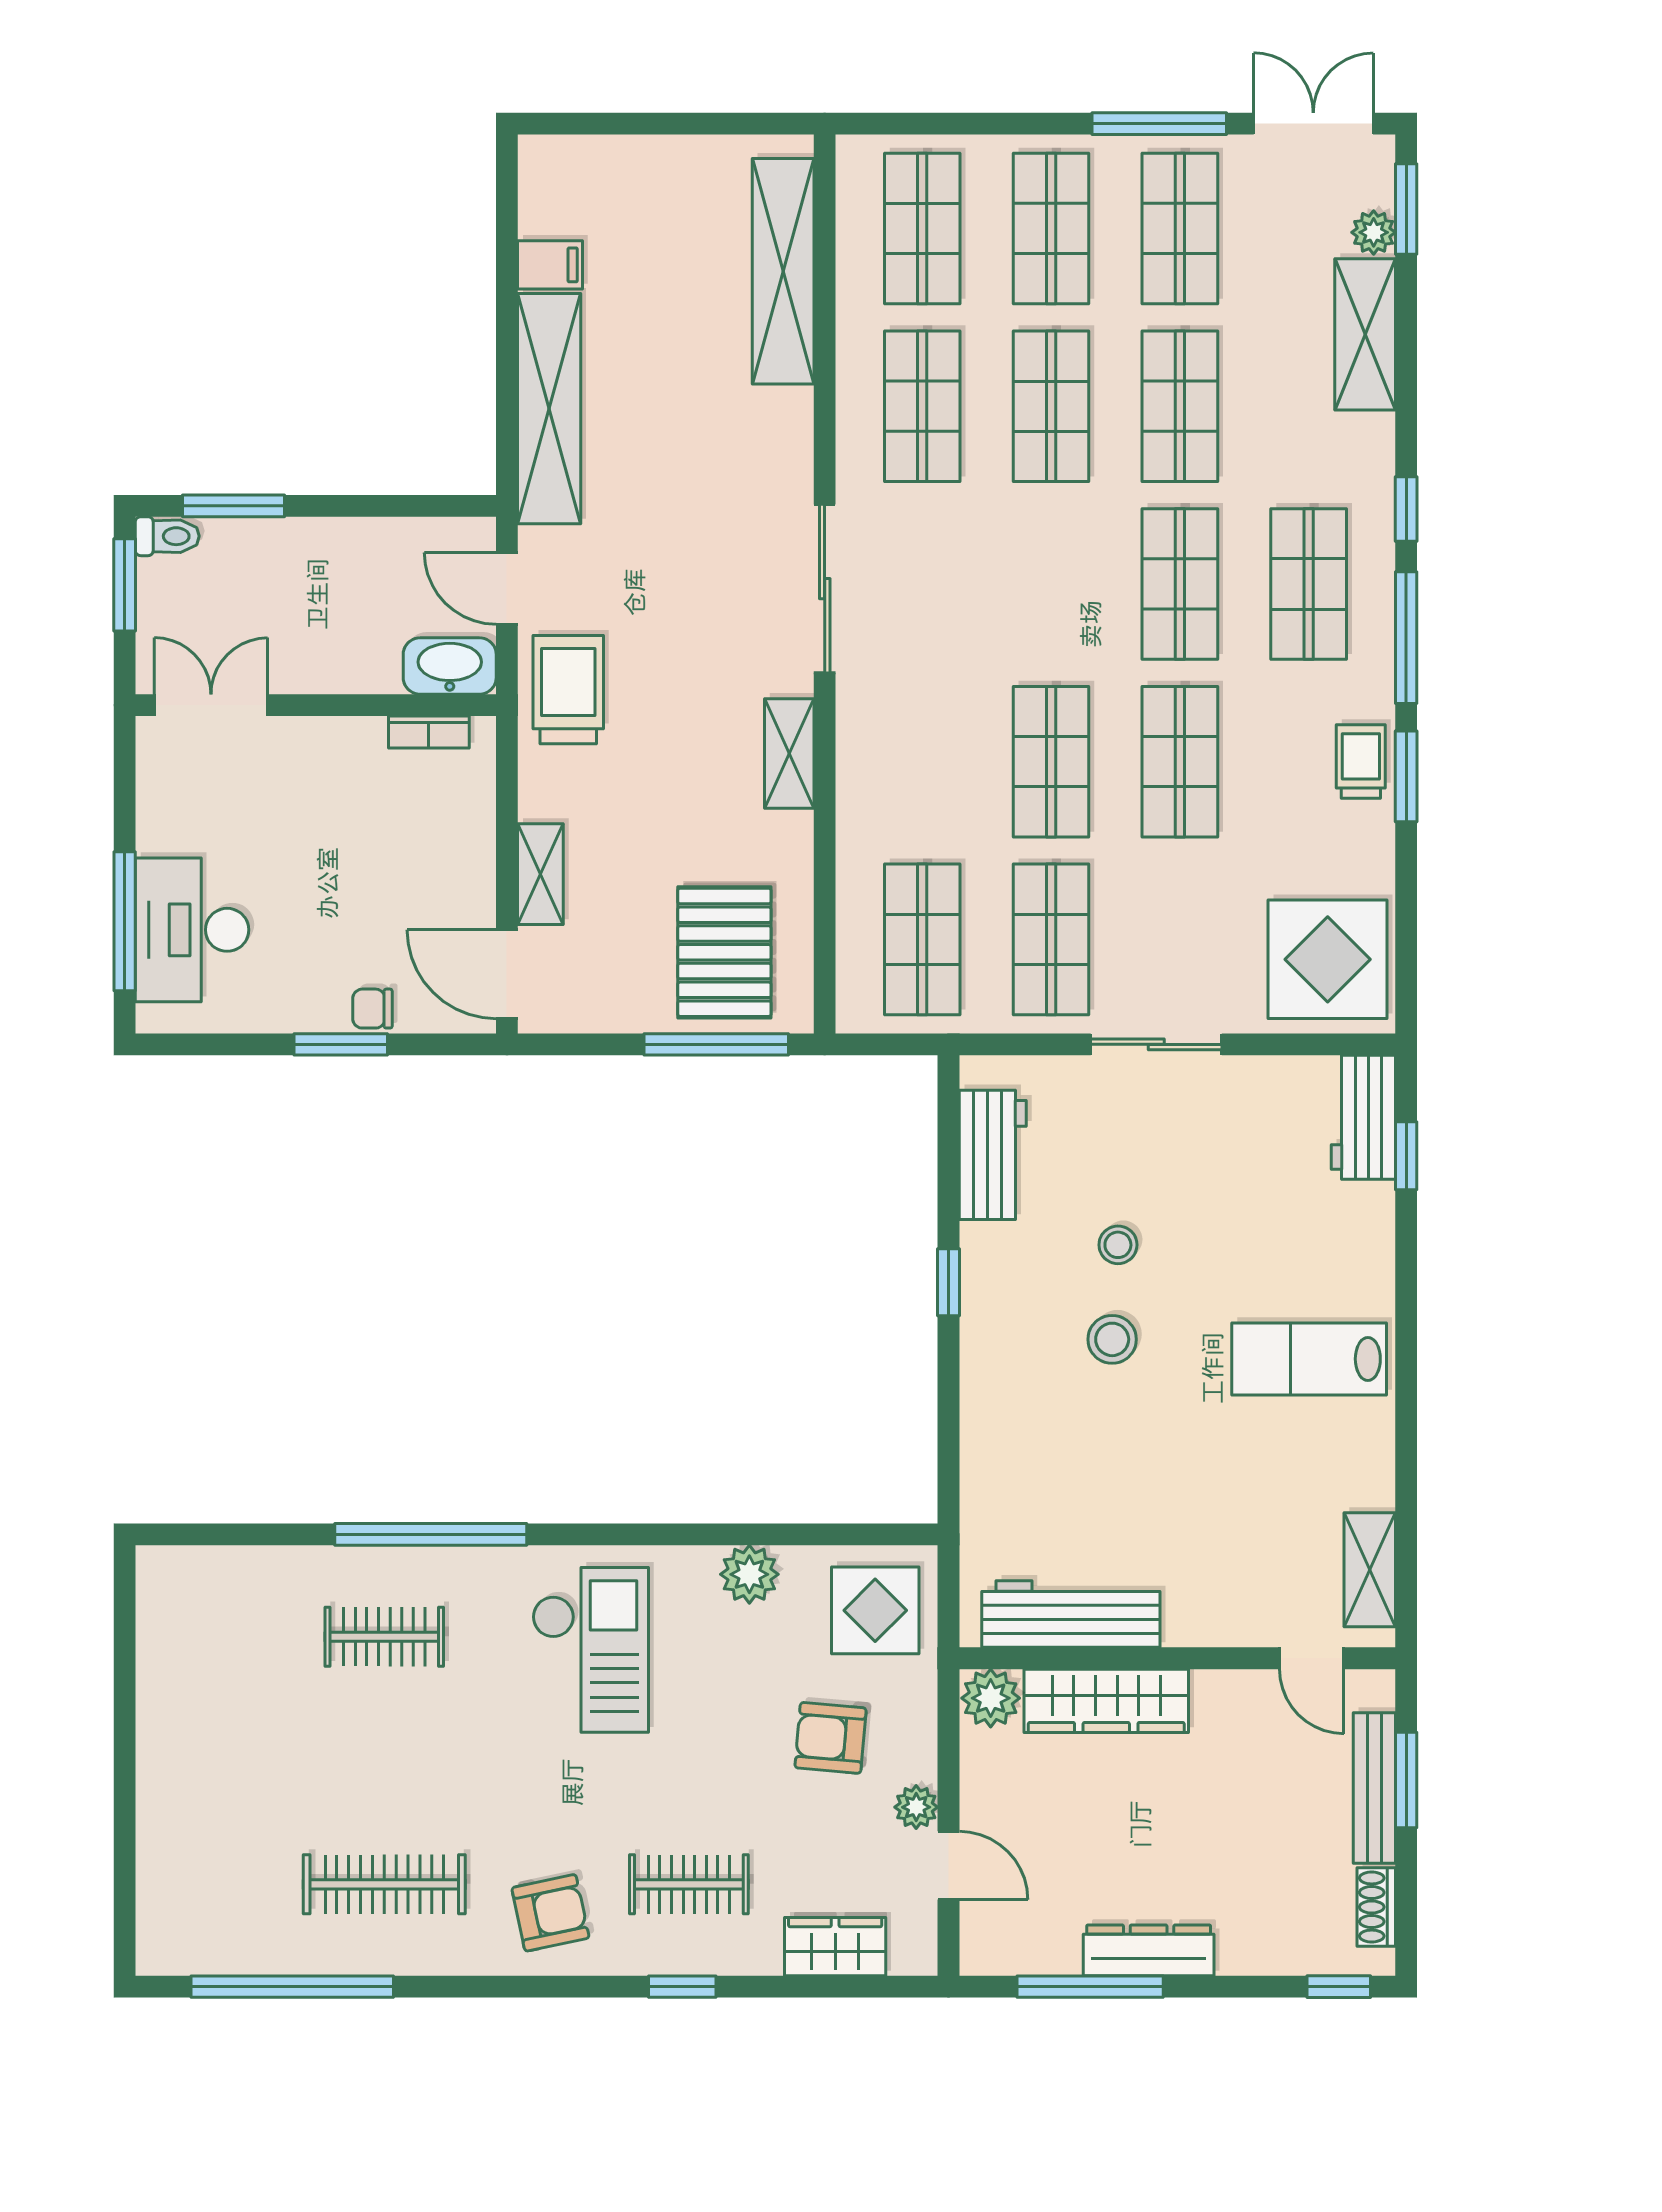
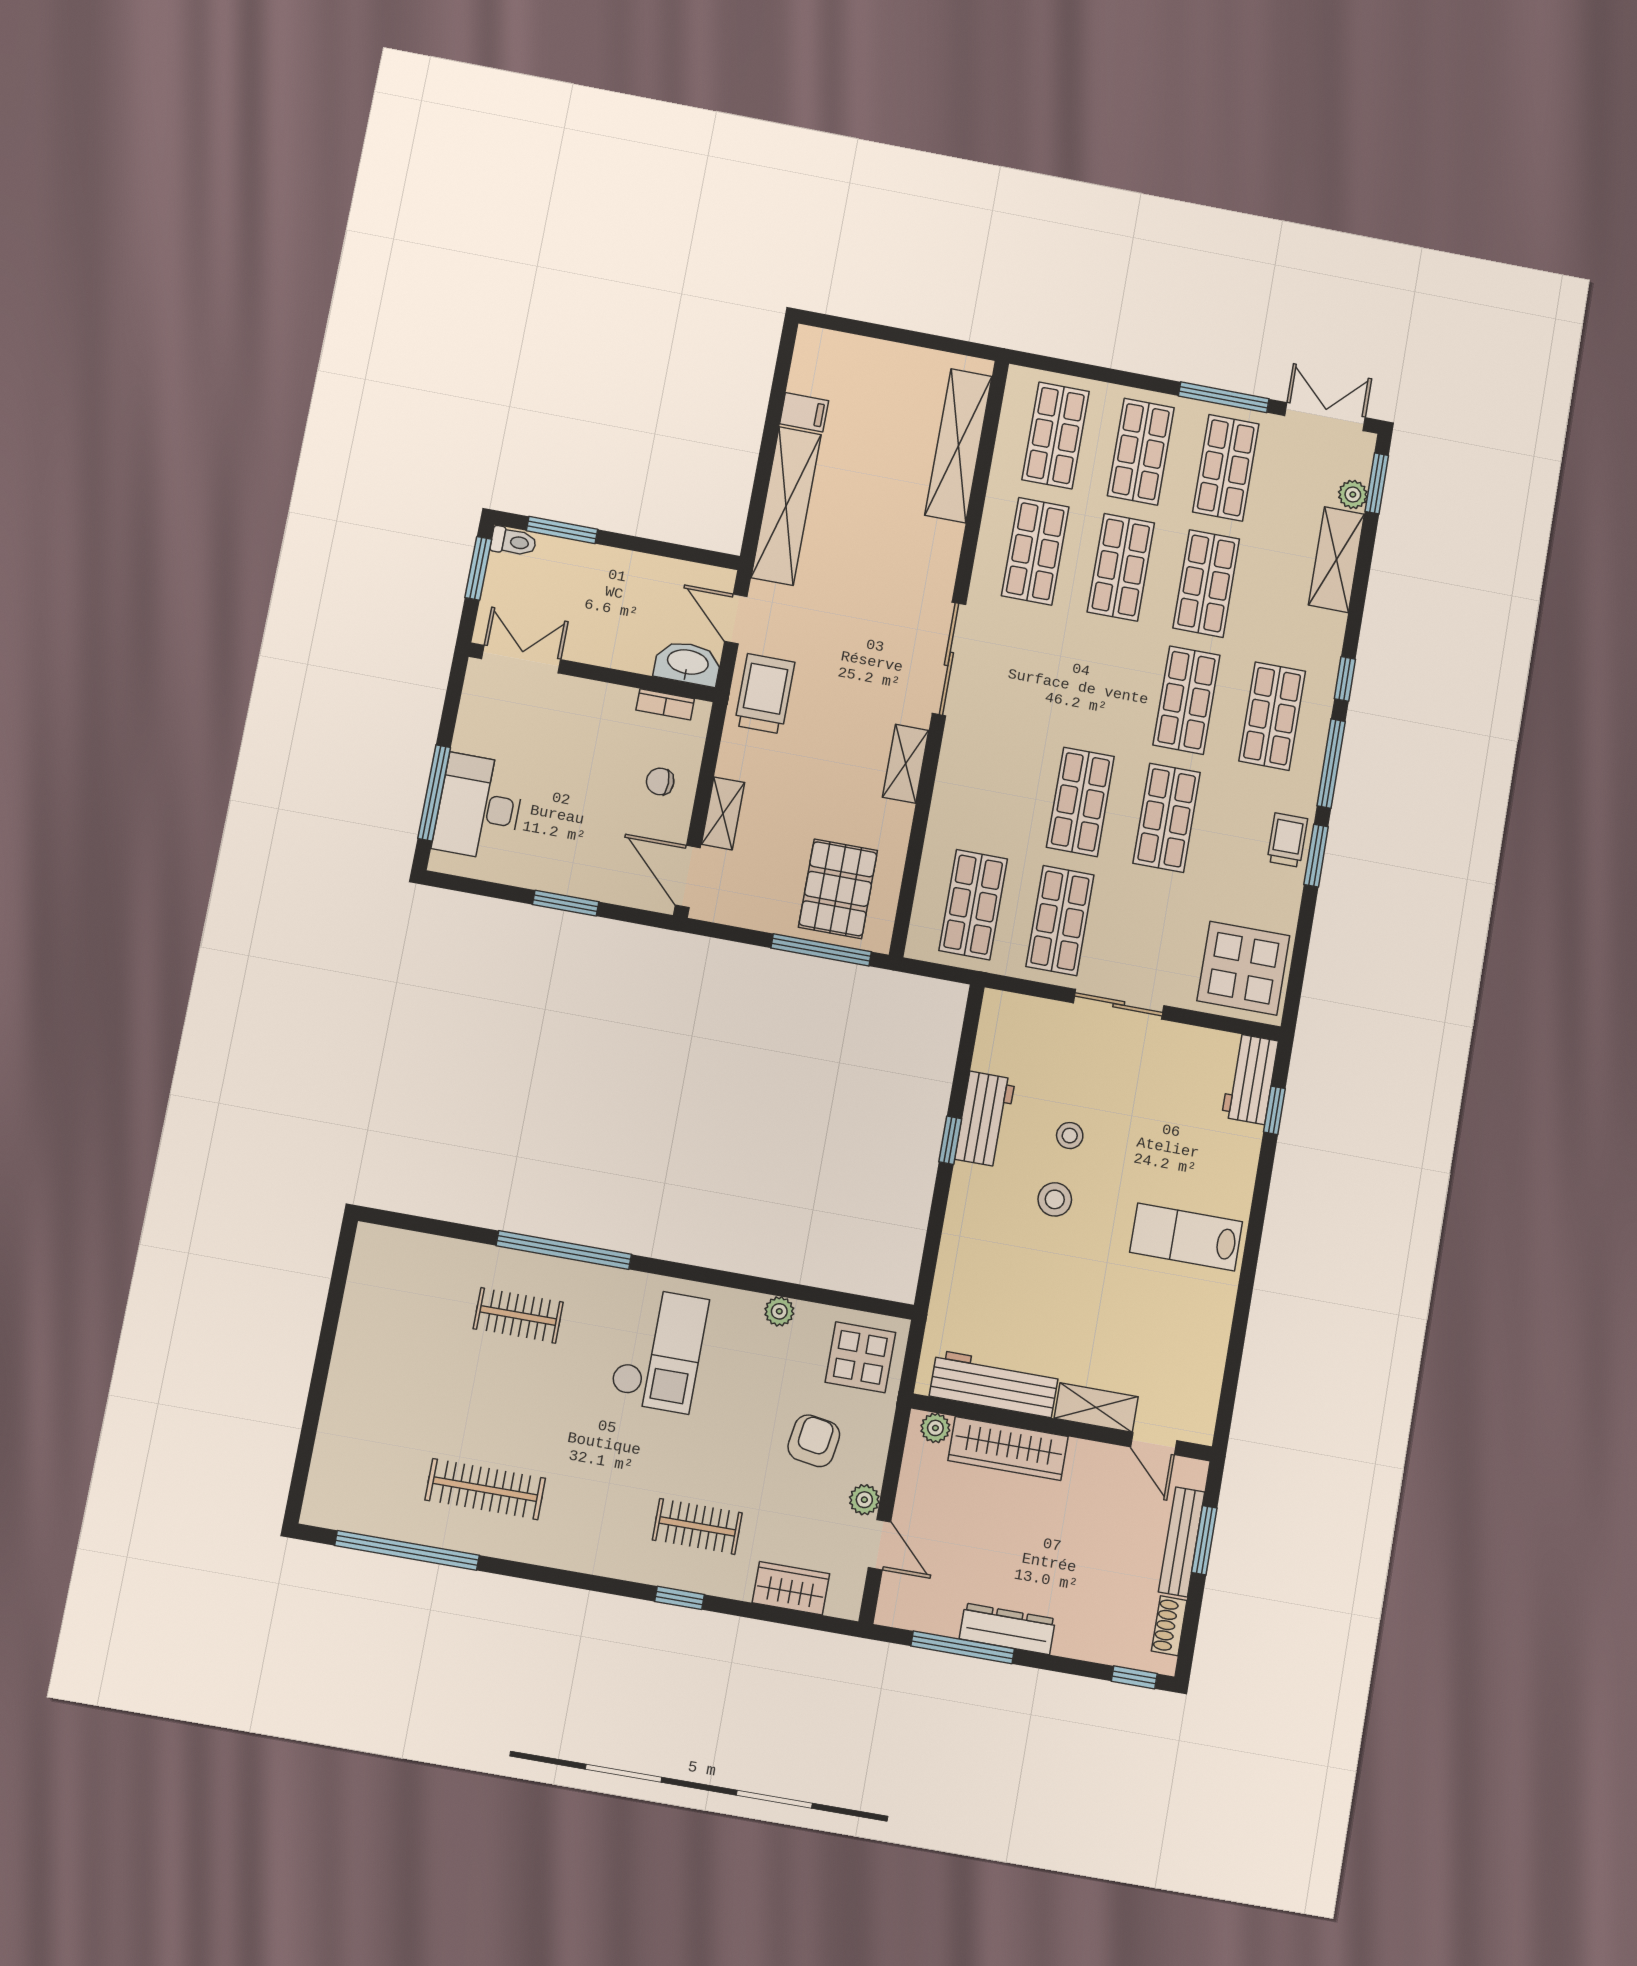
chair: (372, 1009) -> (660, 781), moved
workbench: (993, 1155) -> (985, 1119), moved
shelving: (1370, 1570) -> (1096, 1407), moved, turned 90
plant: (749, 1574) -> (779, 1311), width x0.73, depth x0.73
plant: (991, 1698) -> (935, 1428), width x0.73, depth x0.73
armchair: (831, 1738) -> (814, 1441), turned 94
armchair: (550, 1913) -> (597, 1530), removed

